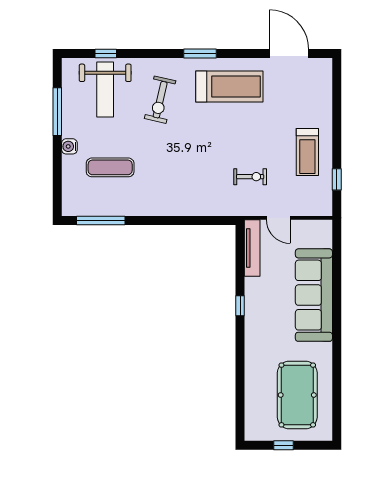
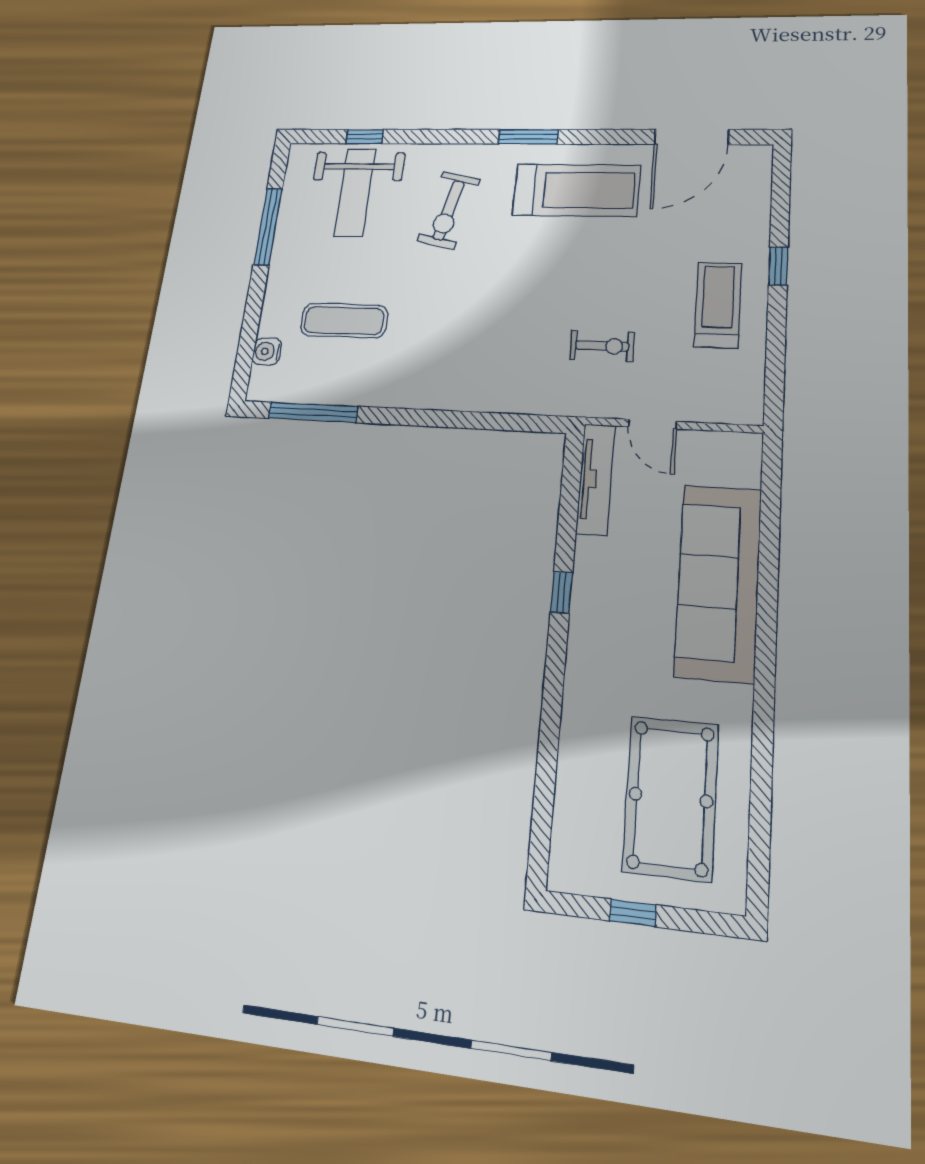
door: (289, 54) -> (692, 137), swing flipped
water cooler: (69, 146) -> (267, 351), moved
treadmill: (307, 152) -> (718, 305), turned 180
window: (337, 179) -> (778, 266), moved

